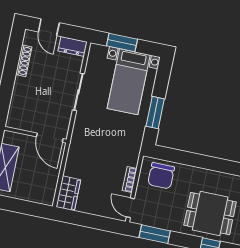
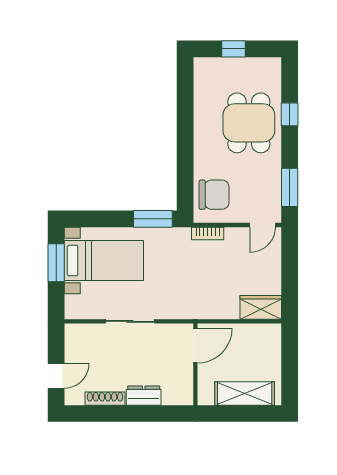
window: (122, 43) -> (56, 263), moved
dresser: (73, 46) -> (144, 396), moved, turned -90
window: (155, 113) -> (153, 219), moved
bookcase: (130, 180) -> (208, 234), moved

